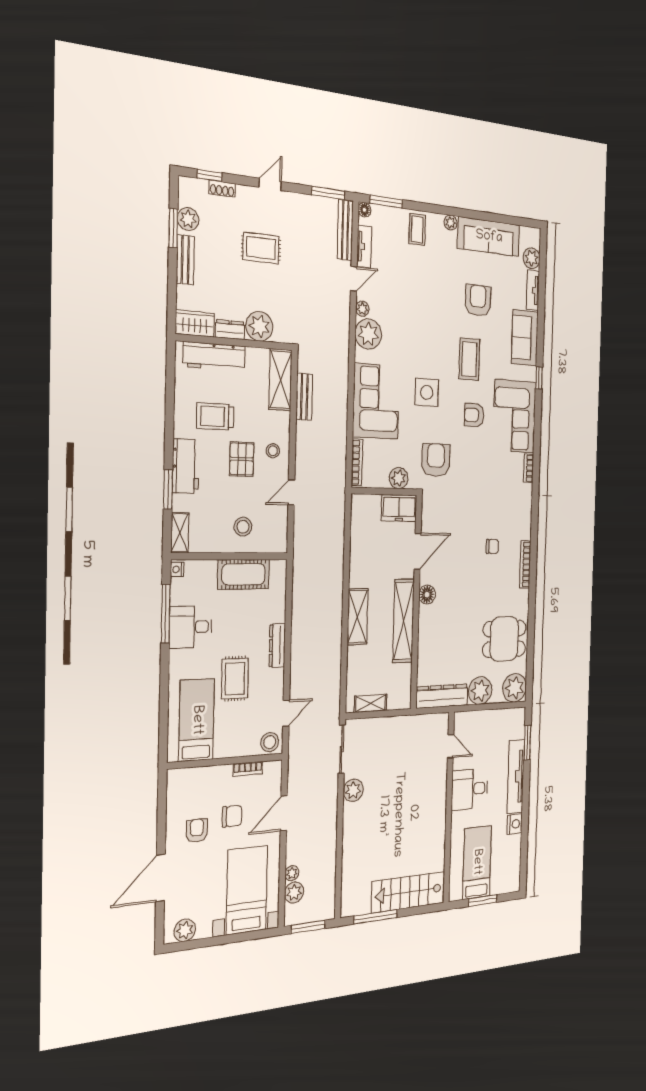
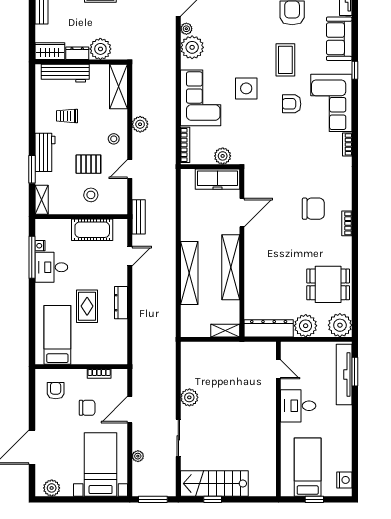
bench: (304, 397) -> (139, 217), moved
trolley: (215, 416) -> (67, 116), width x0.73, depth x0.72
pallet: (242, 459) -> (88, 164), moved, turned 90
armchair: (436, 460) -> (256, 141), removed
freezer: (399, 508) -> (218, 179), width x1.40
chair: (492, 546) -> (313, 209), width x1.87, depth x1.87
bookcase: (525, 564) -> (347, 223), width x0.64
nightstand: (177, 569) -> (40, 246), moved
floor lamp: (427, 595) -> (252, 247), removed
shelving: (358, 617) -> (189, 273), width x1.47
dresser: (277, 645) -> (121, 303), moved
shelving: (371, 703) -> (225, 331), moved
door: (286, 713) -> (130, 256), moved
stool: (270, 742) -> (117, 355), removed
sliding door: (342, 749) -> (178, 438), moved
tv unit: (516, 777) -> (344, 374), moved
nightstand: (515, 824) -> (344, 480), moved
armchair: (197, 831) -> (56, 391), moved
plant: (294, 892) -> (140, 124), moved
stairs: (408, 892) -> (214, 483), moved
window: (483, 901) -> (314, 499), width x0.67
window: (376, 917) -> (213, 499), width x0.46

